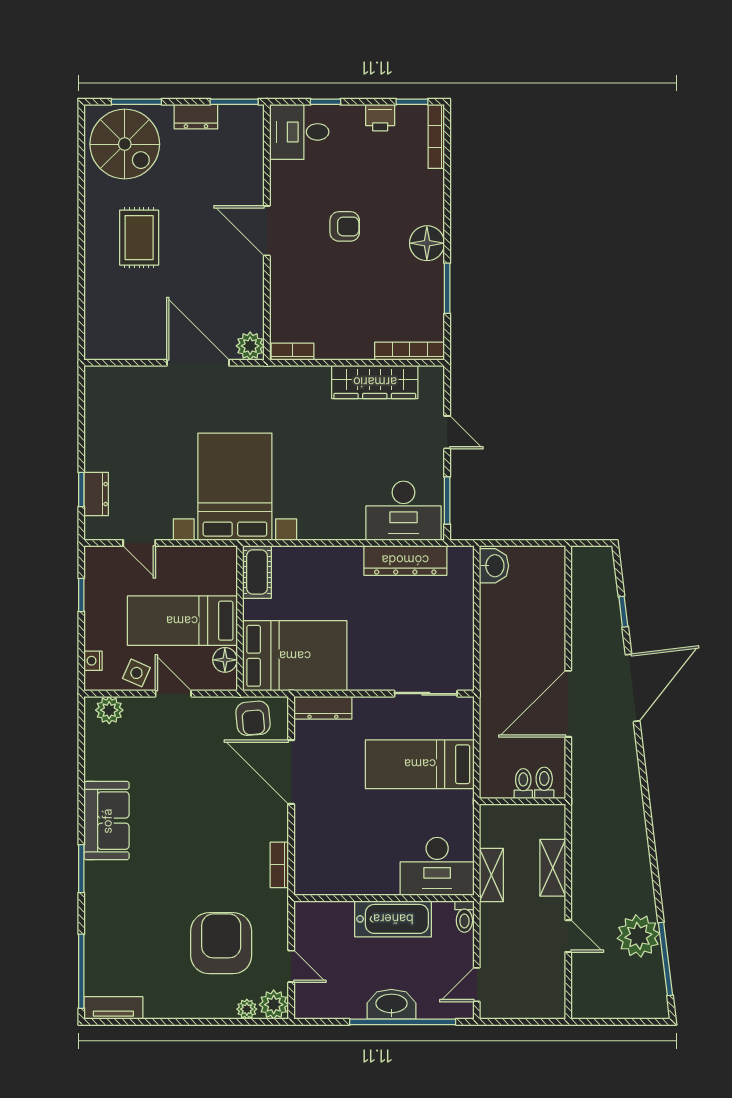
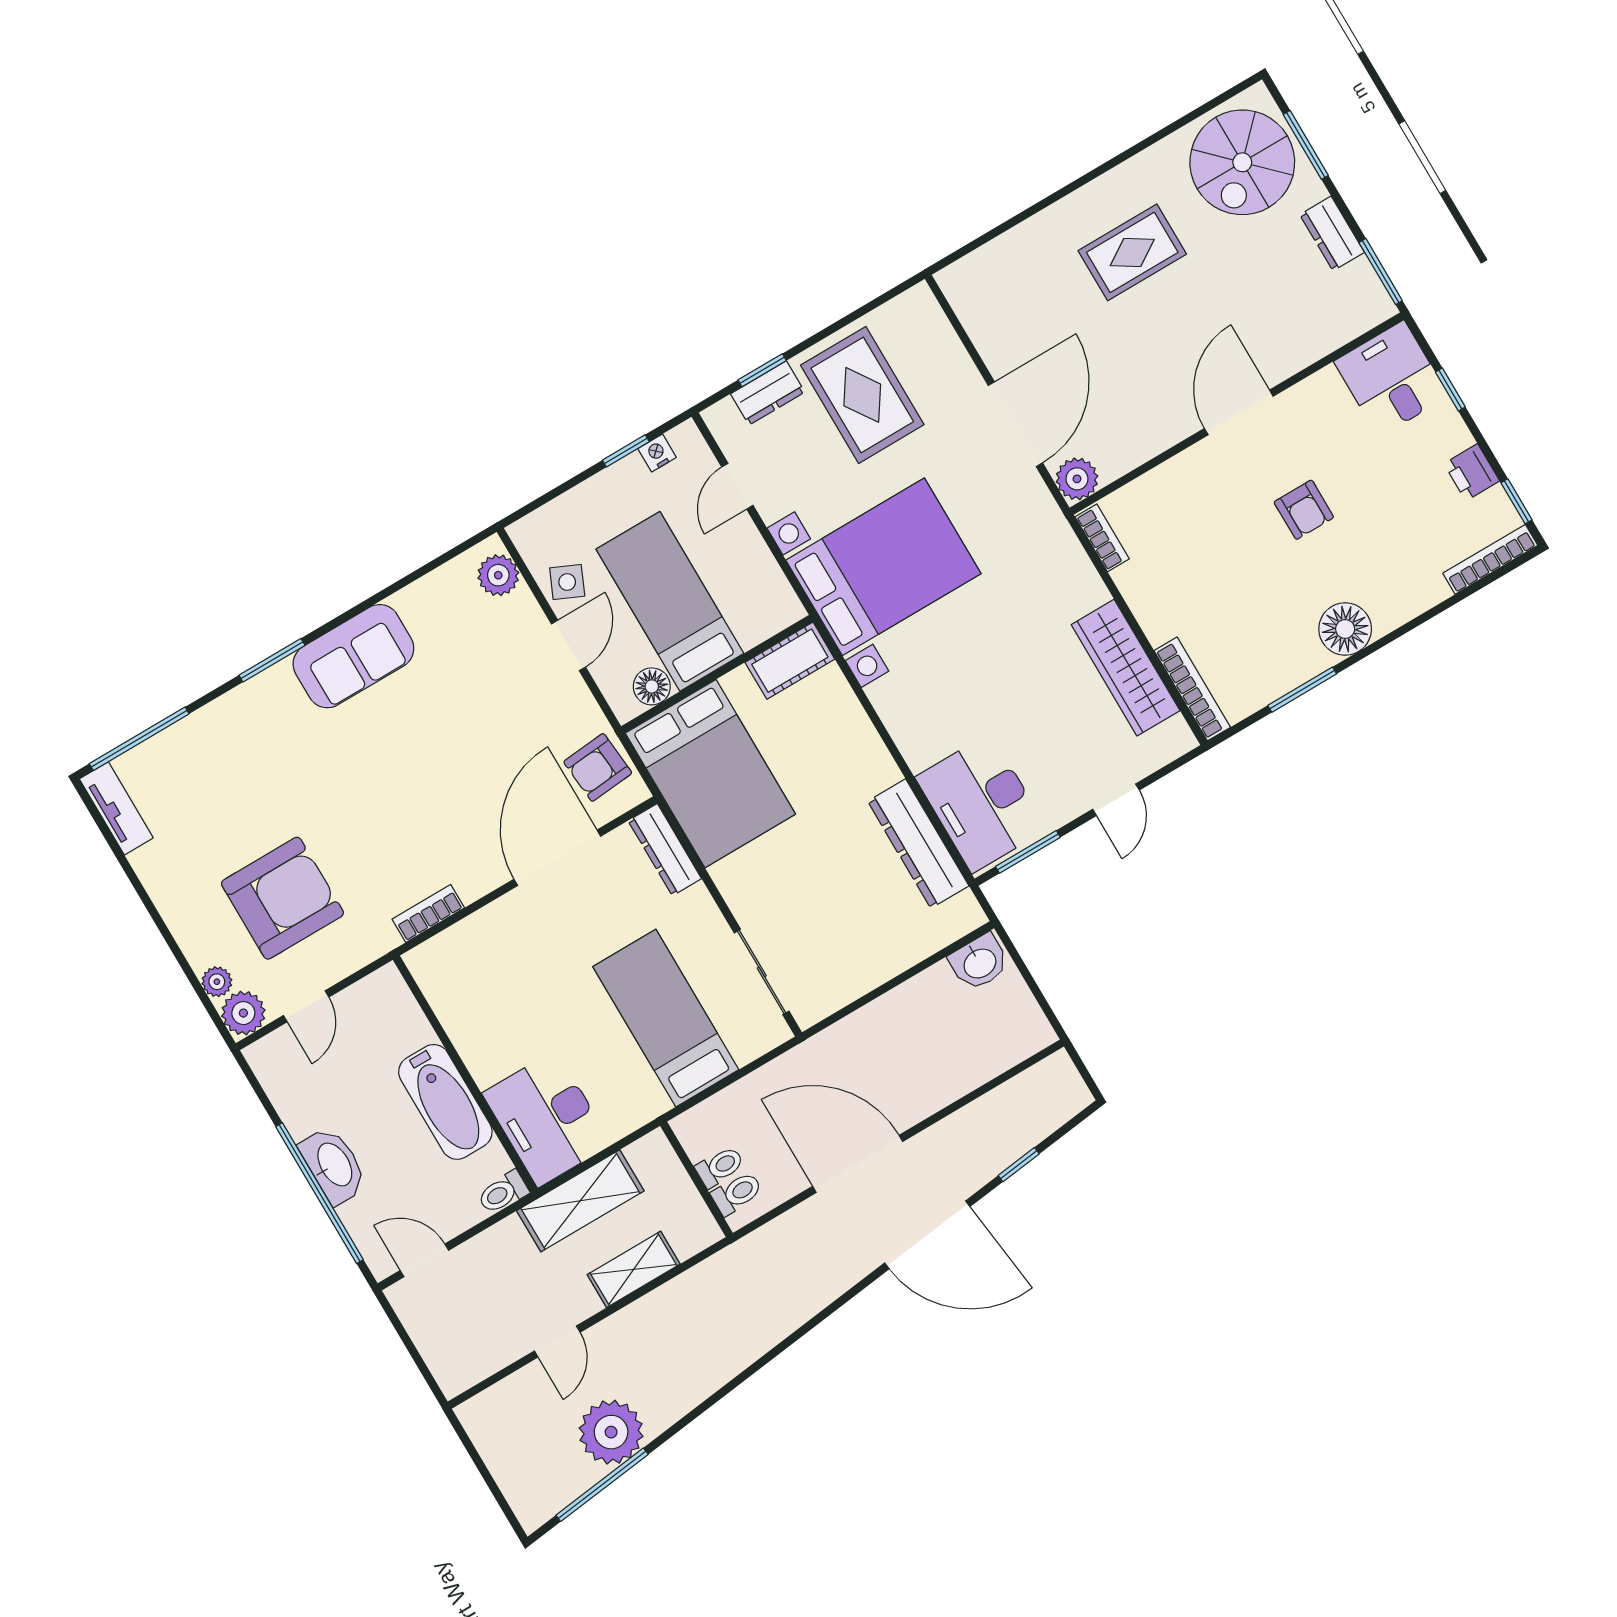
rug: (129, 441) -> (862, 395), added
nightstand: (93, 661) -> (657, 453), moved
shelving: (491, 875) -> (580, 1201), width x1.50, depth x1.33

